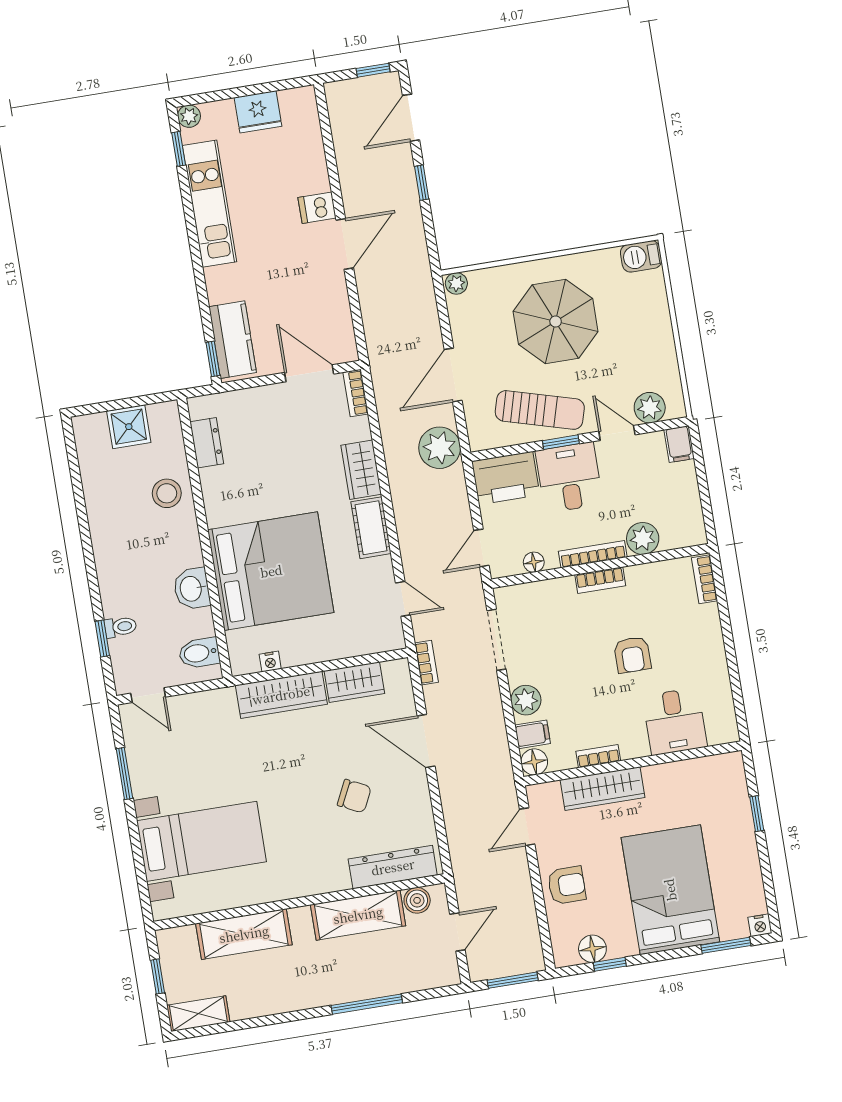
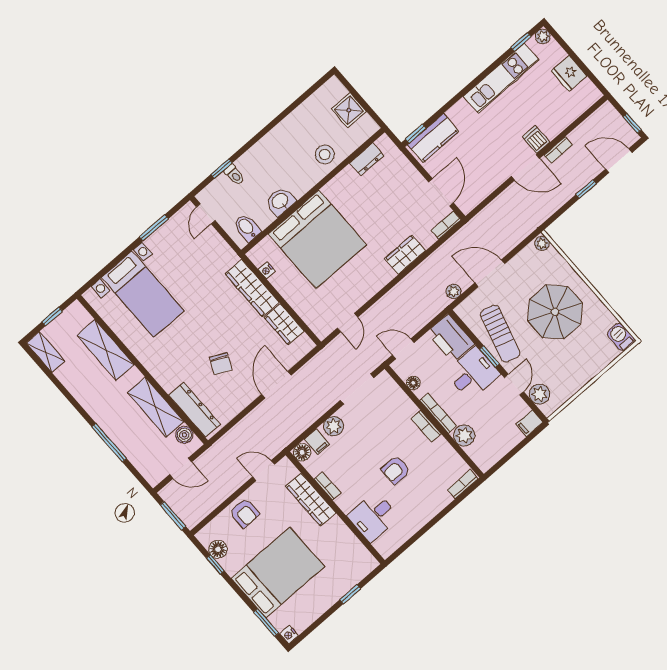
plant: (440, 448) -> (454, 291), width x0.53, depth x0.53
cot: (371, 528) -> (376, 280), removed
bookcase: (426, 663) -> (558, 150), moved

